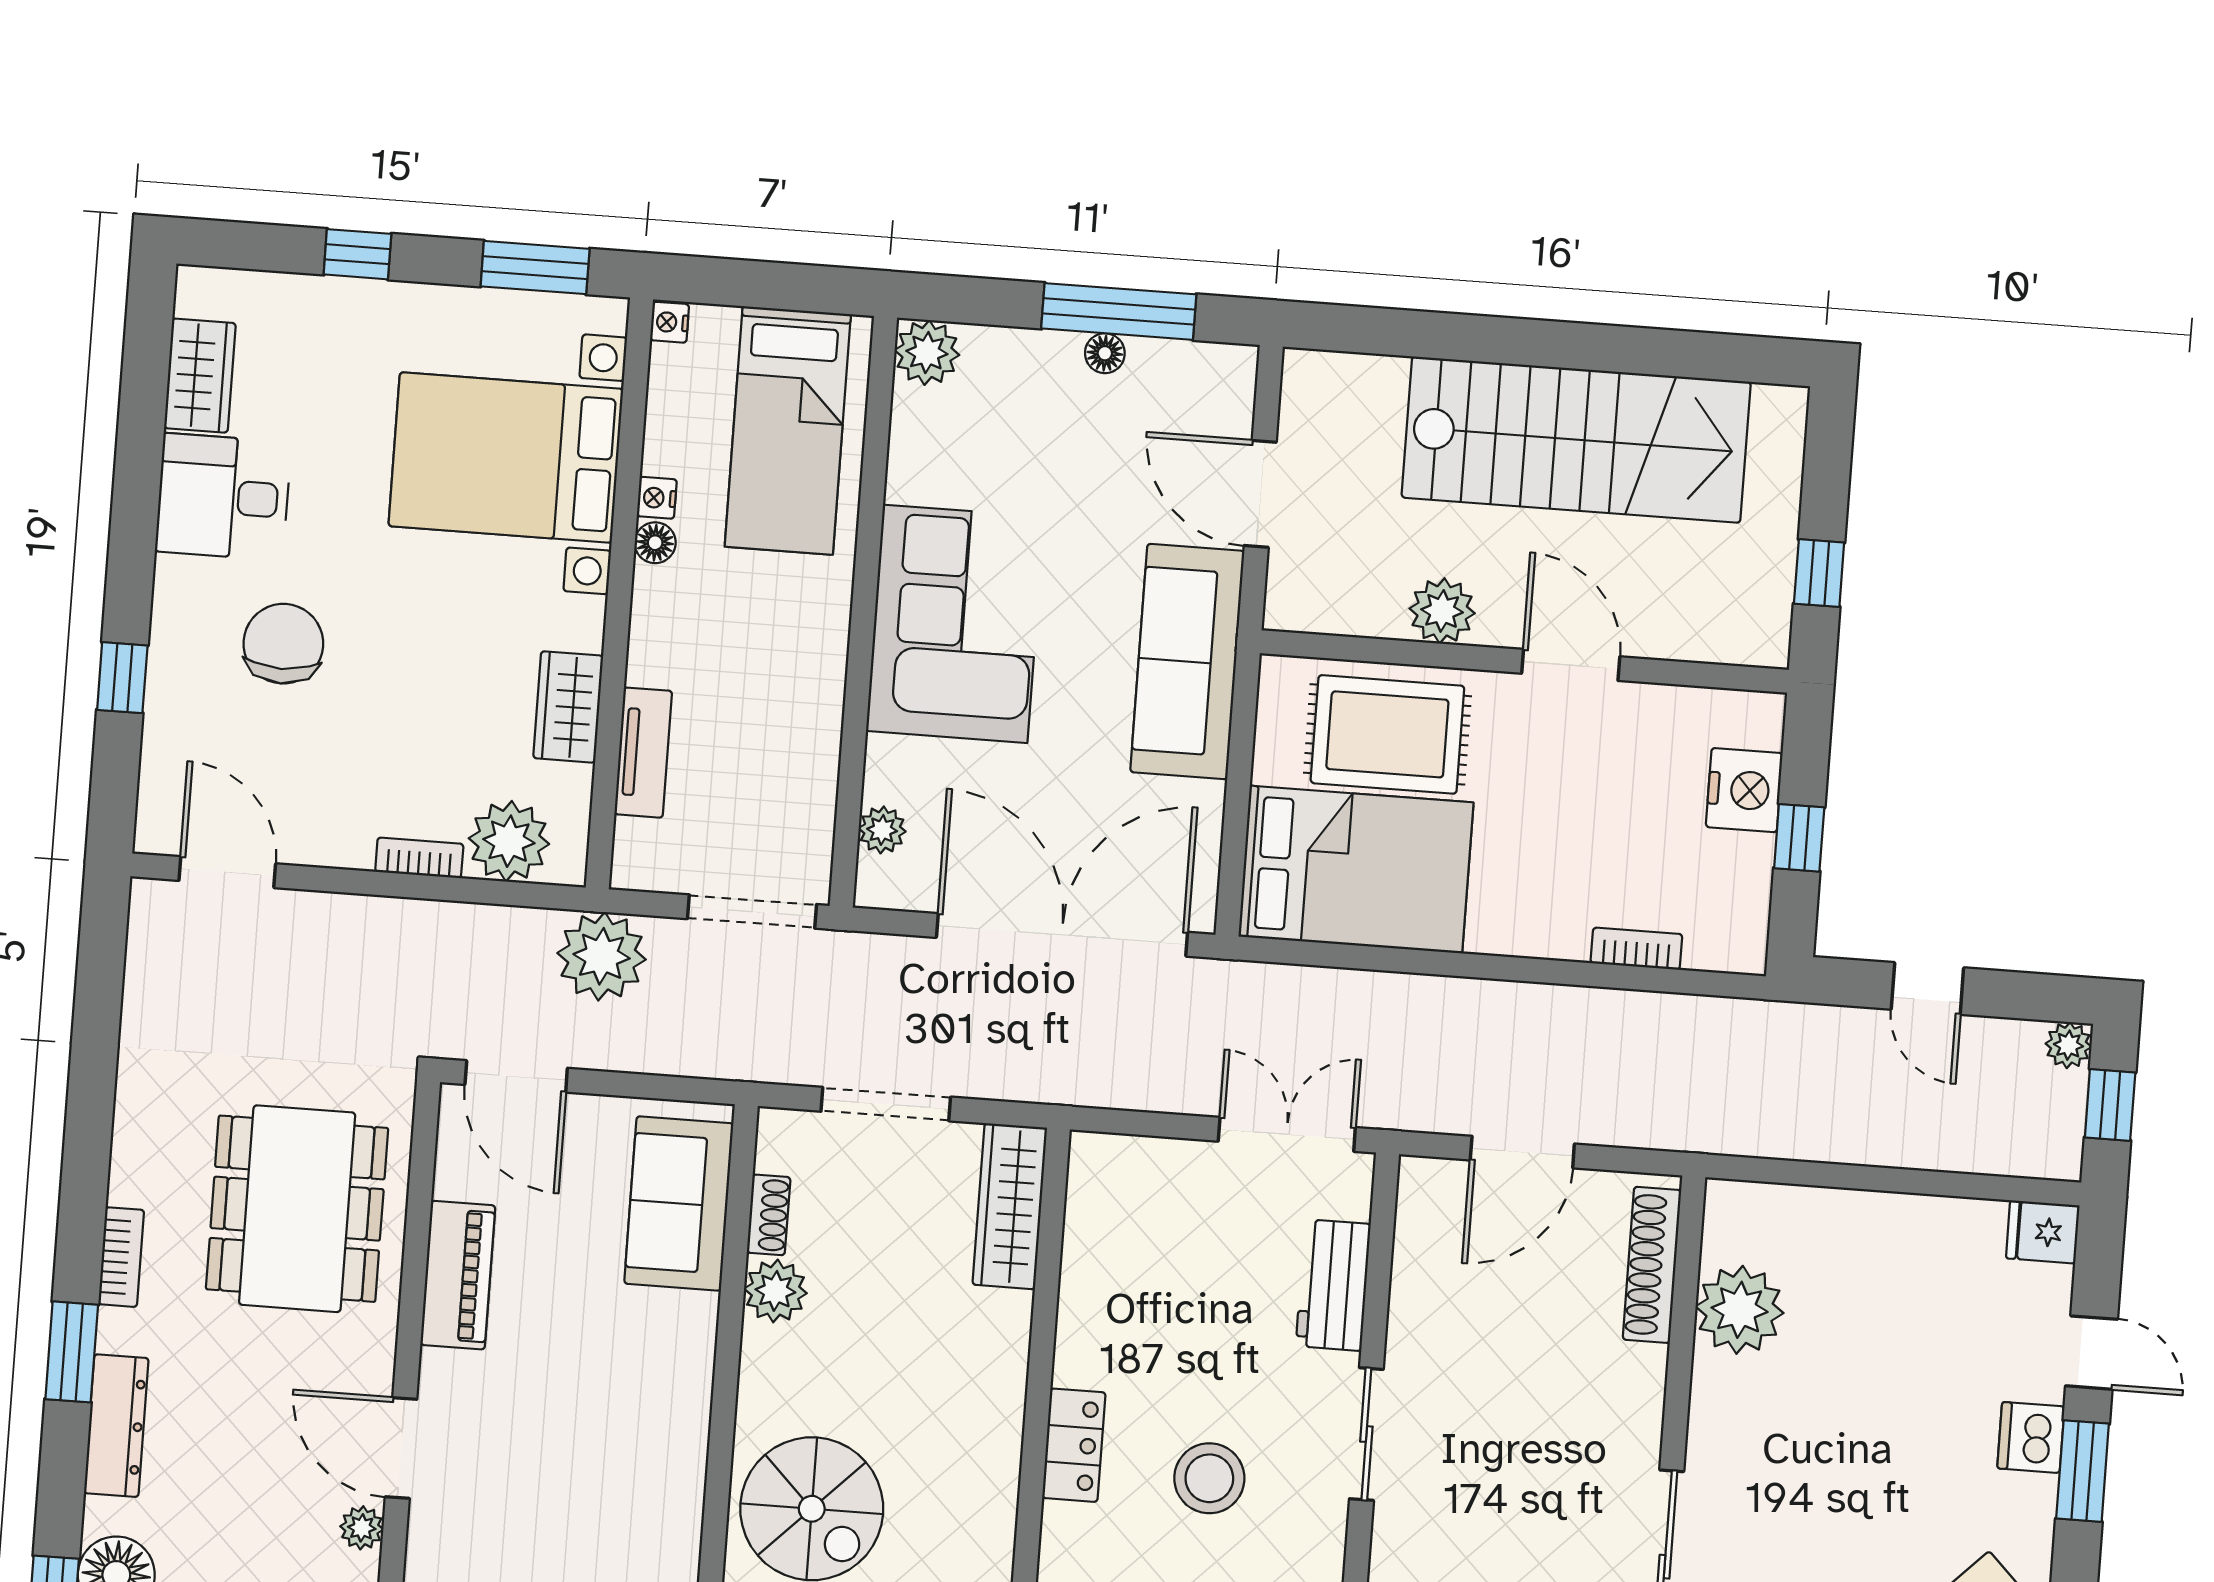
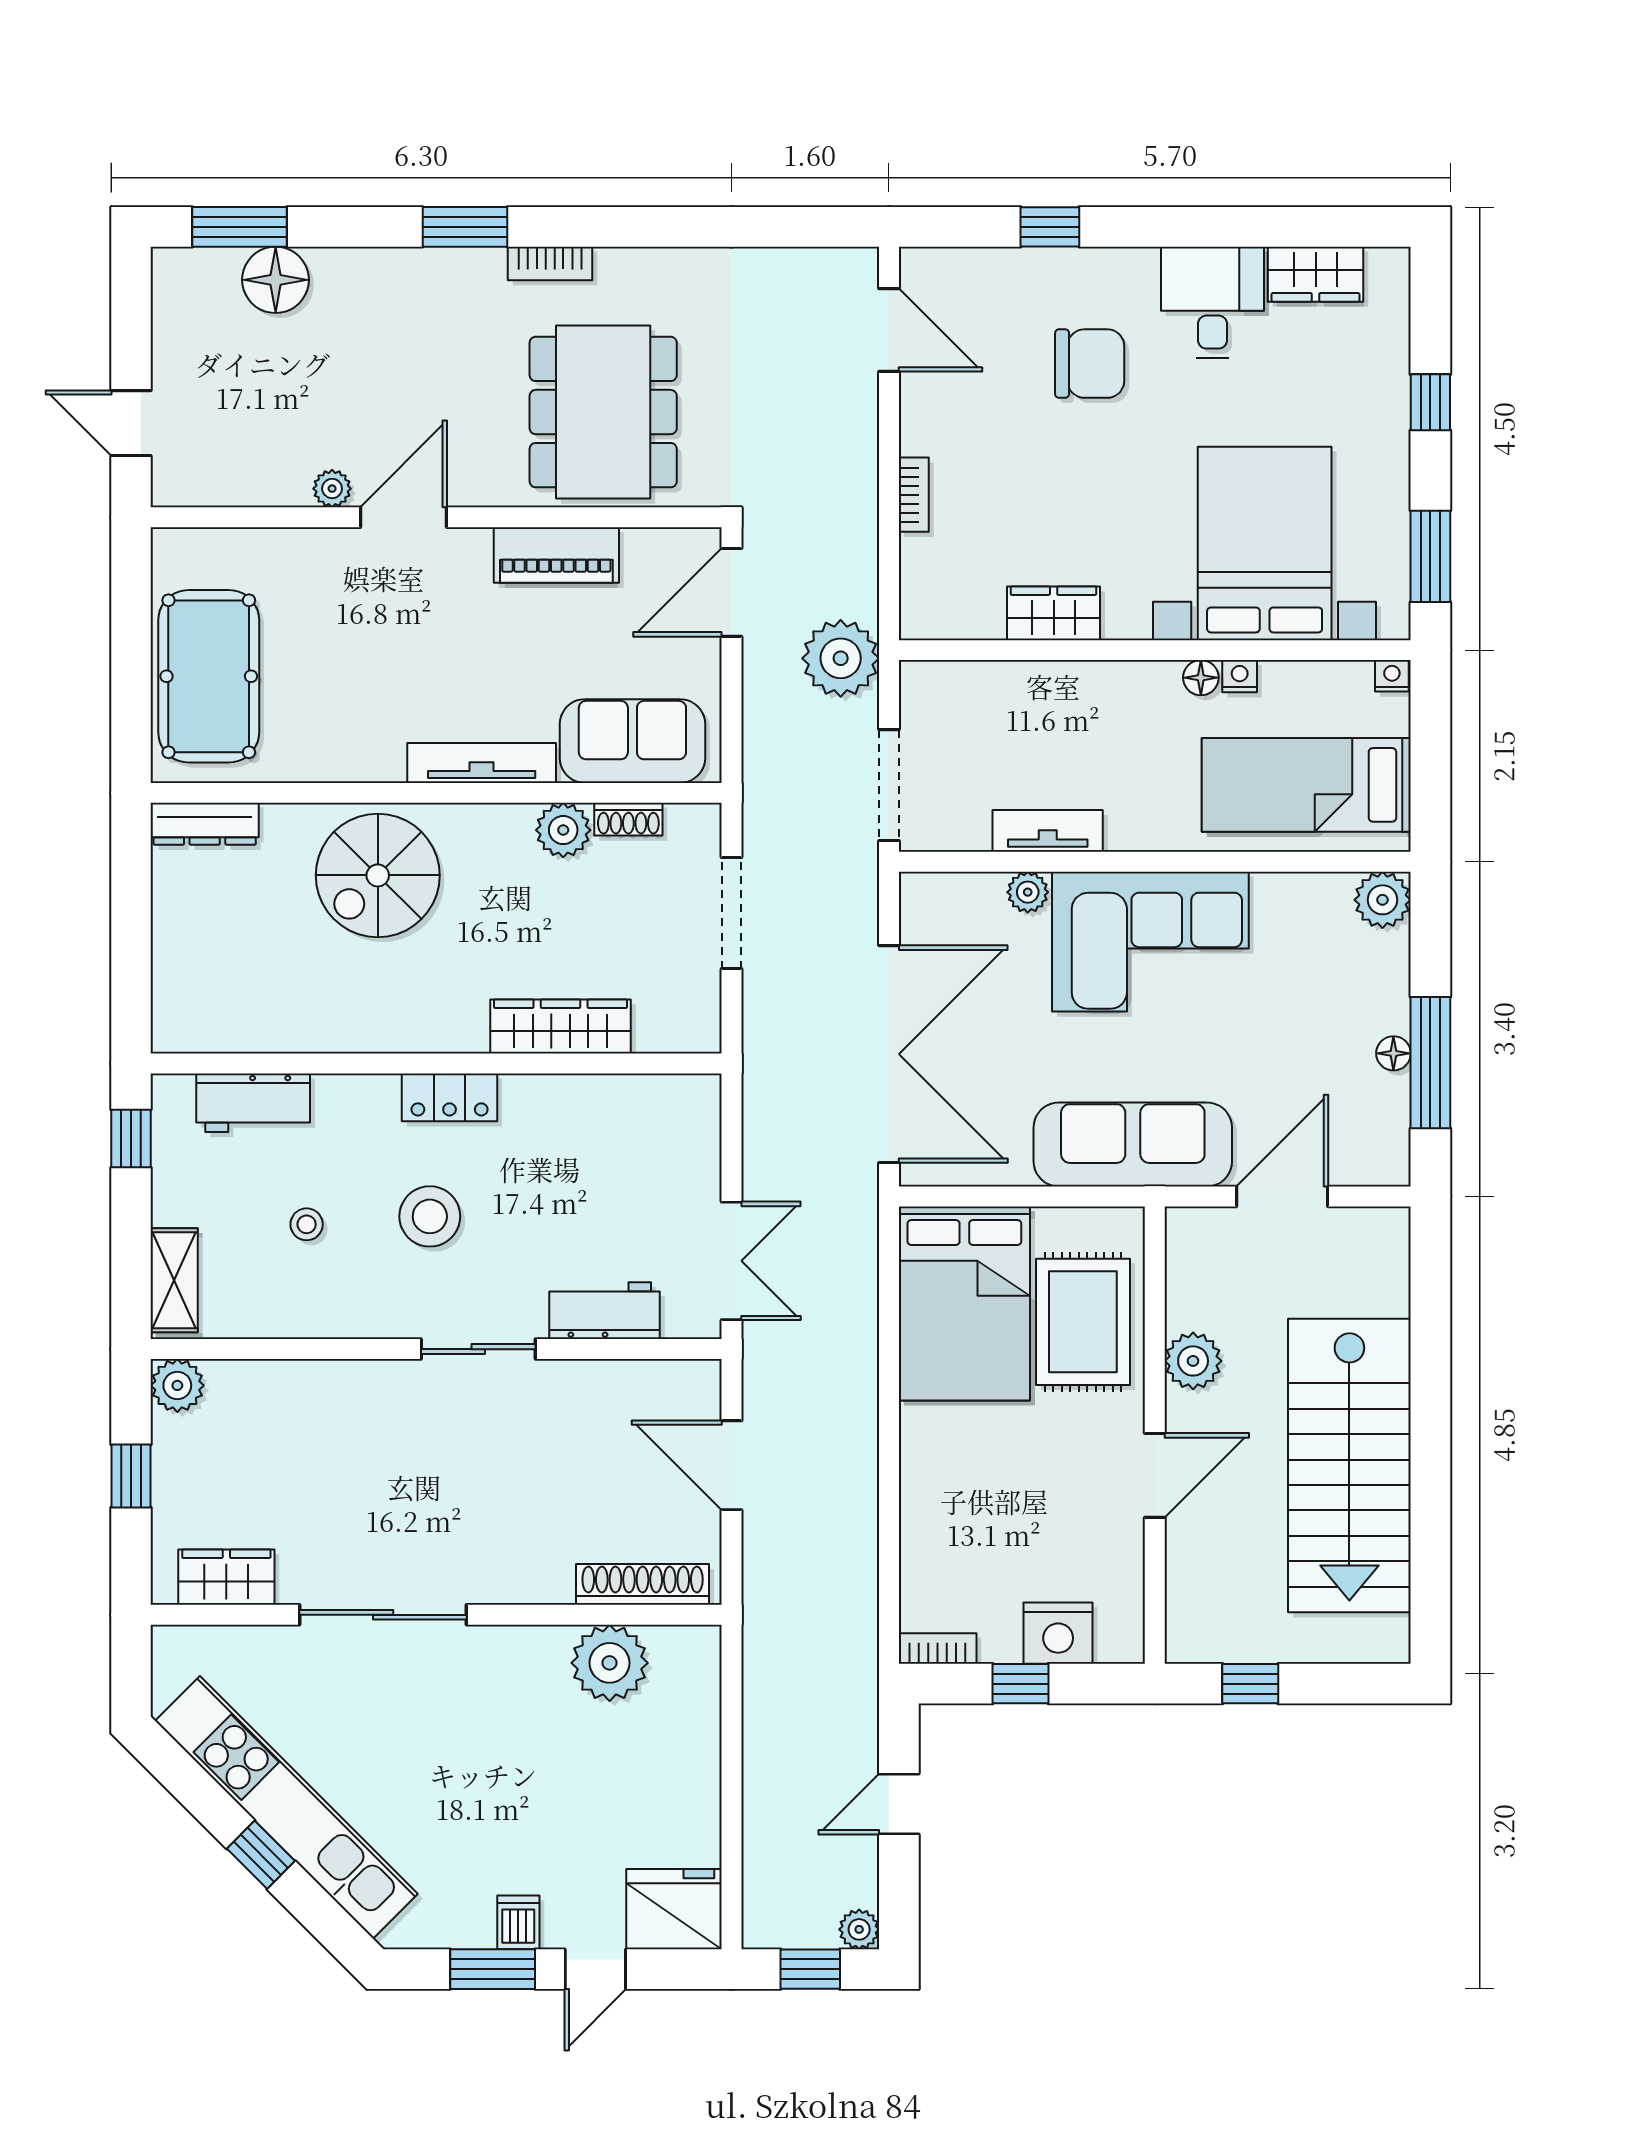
tv unit: (643, 753) -> (1048, 831), moved, turned 180
plant: (882, 830) -> (1028, 892), moved
plant: (509, 841) -> (934, 571), removed
door: (227, 872) -> (889, 330), hinge flipped
bookcase: (1636, 949) -> (938, 1649), moved, turned -90
wardrobe: (1010, 1206) -> (561, 1027), moved
dining table: (297, 1209) -> (603, 412), turned 90
fridge: (2043, 1232) -> (674, 1909), width x1.88, depth x1.34
tv unit: (691, 1379) -> (482, 763), added
dresser: (116, 1426) -> (404, 270), removed
dishwasher: (2031, 1437) -> (518, 1922), width x0.73

